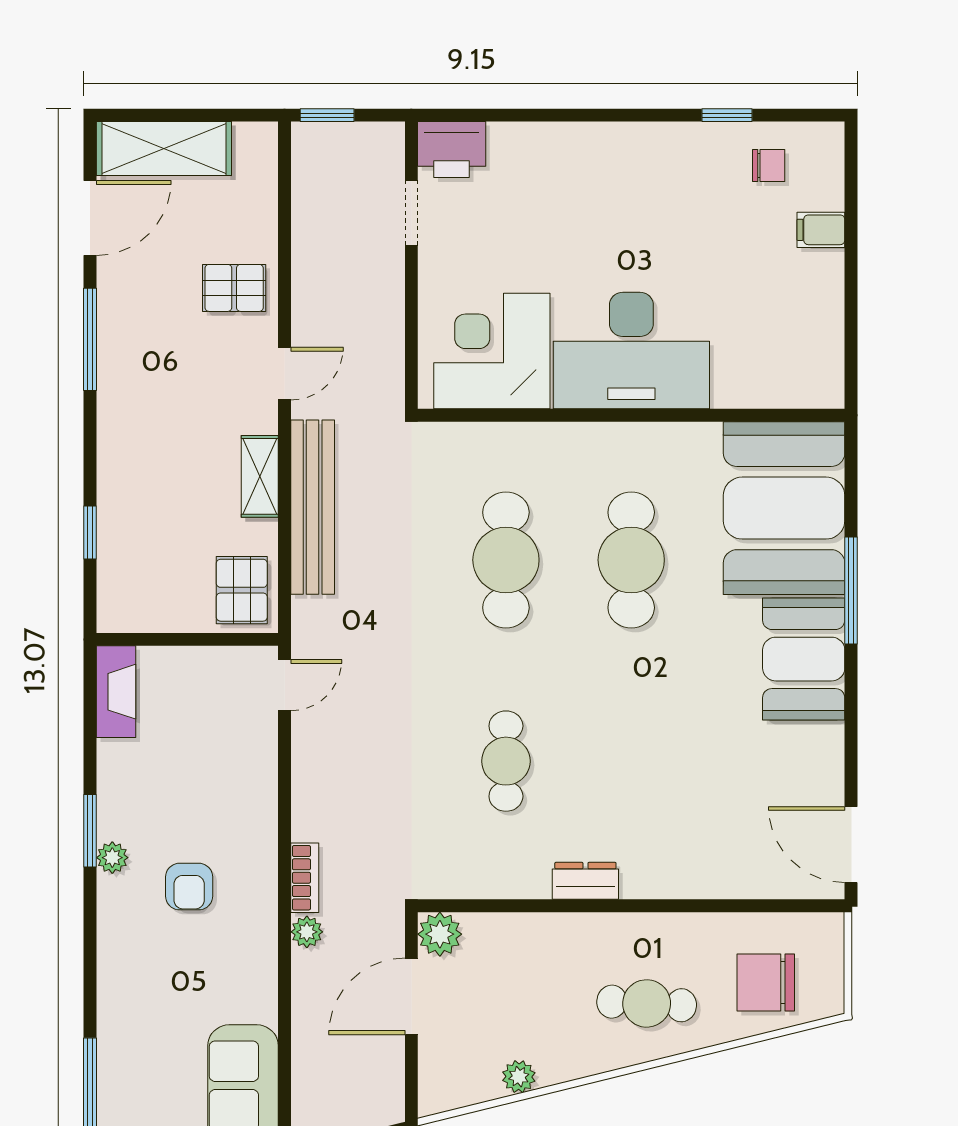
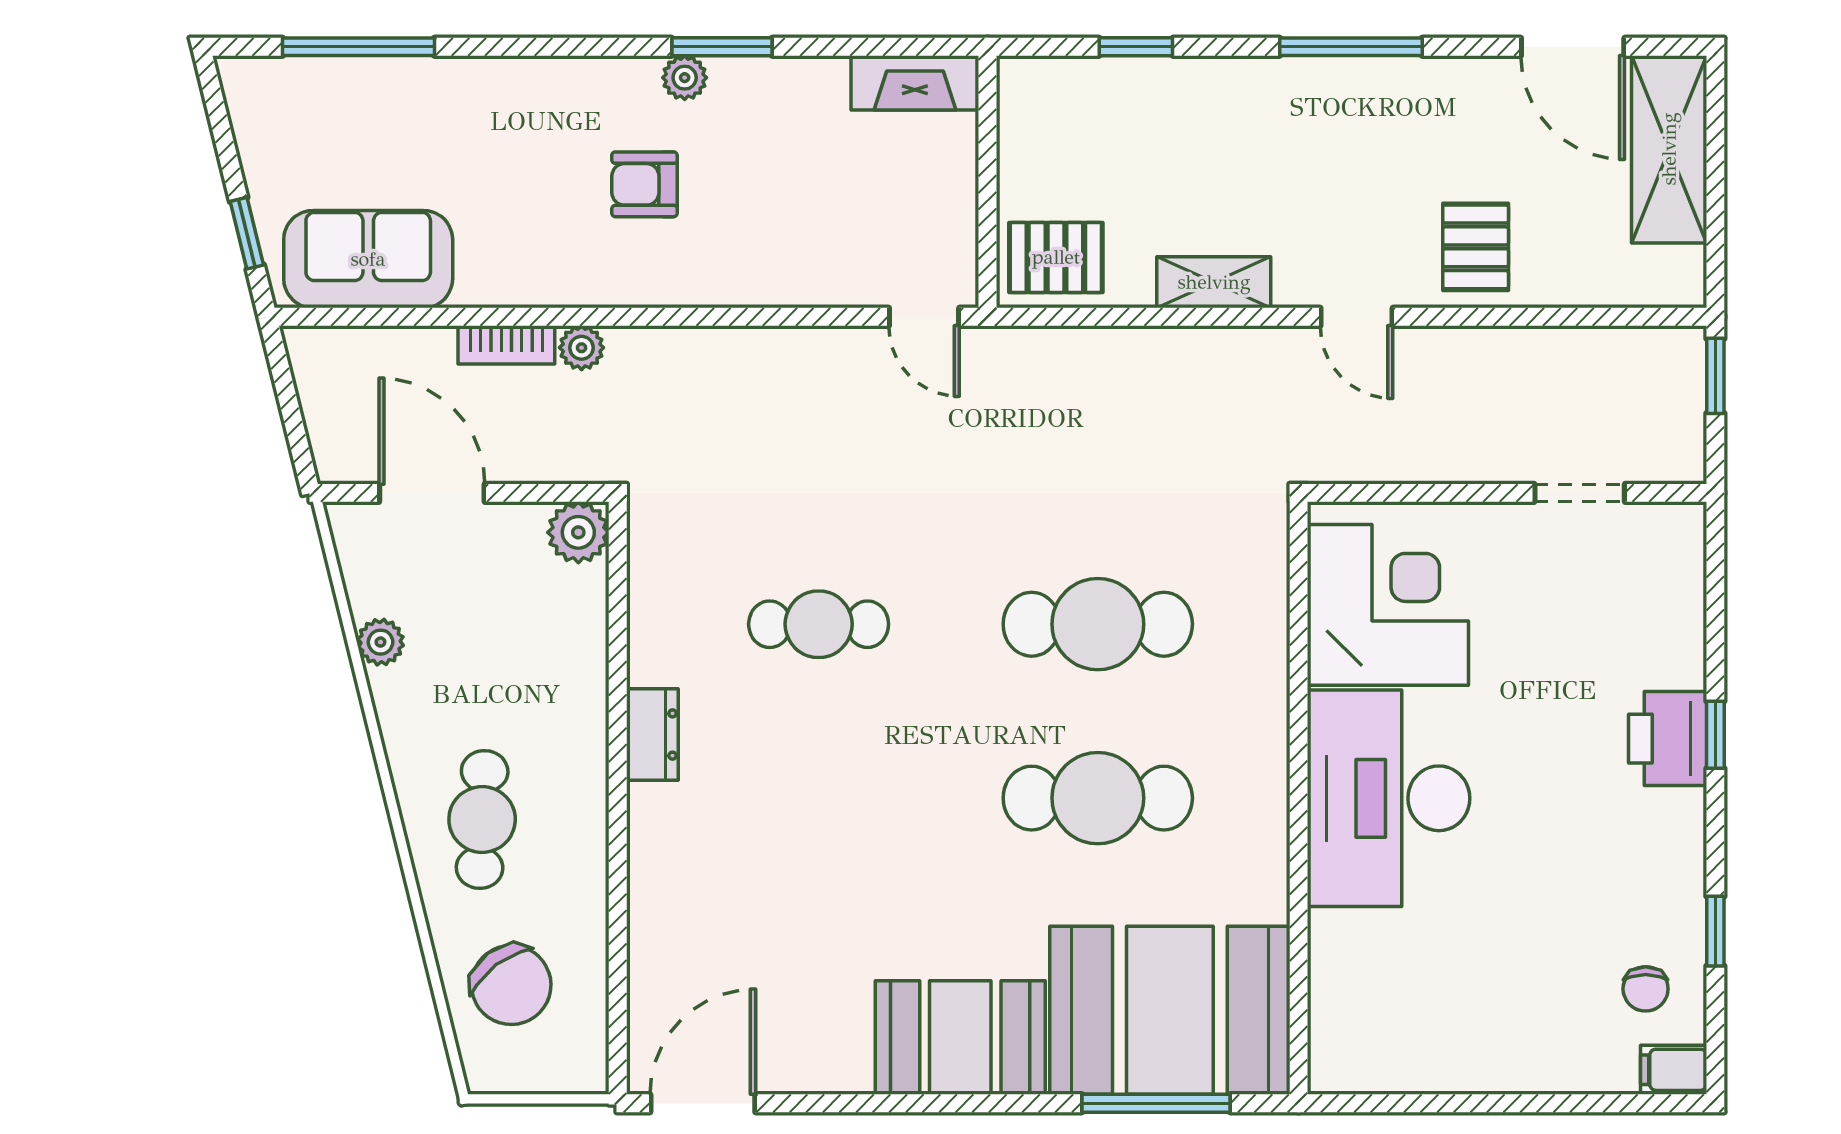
window: (586, 115) -> (1715, 735), added
printer: (452, 150) -> (1668, 739), moved
filing cabinet: (821, 230) -> (1674, 1070), moved, turned -90
window: (90, 339) -> (1351, 47), moved
bench: (313, 507) -> (1171, 356), removed
window: (851, 591) -> (1156, 1103), moved
bookcase: (305, 878) -> (506, 345), moved
chair: (766, 983) -> (511, 985), turned 143
door: (411, 996) -> (432, 493), moved

